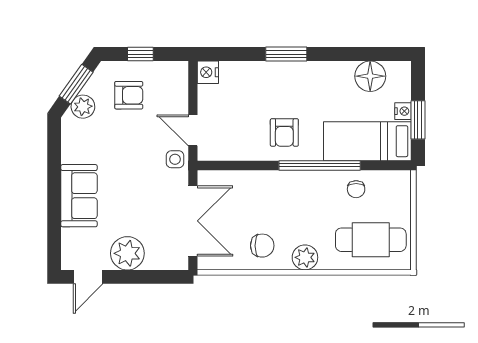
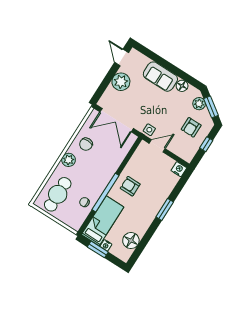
floor lamp: (72, 152) -> (182, 86), added

